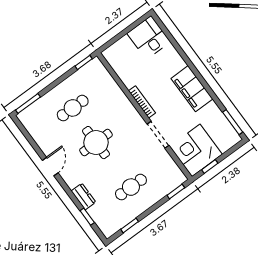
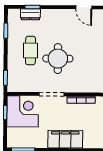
round table: (96, 143) -> (58, 59), moved
dresser: (83, 197) -> (30, 14), moved

